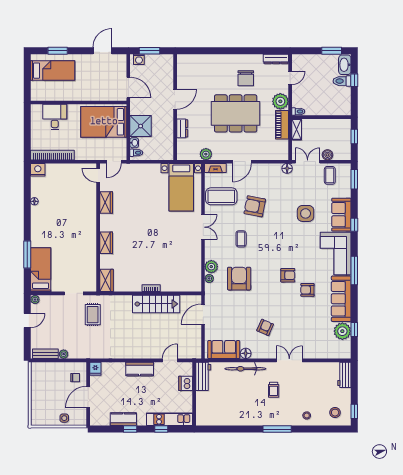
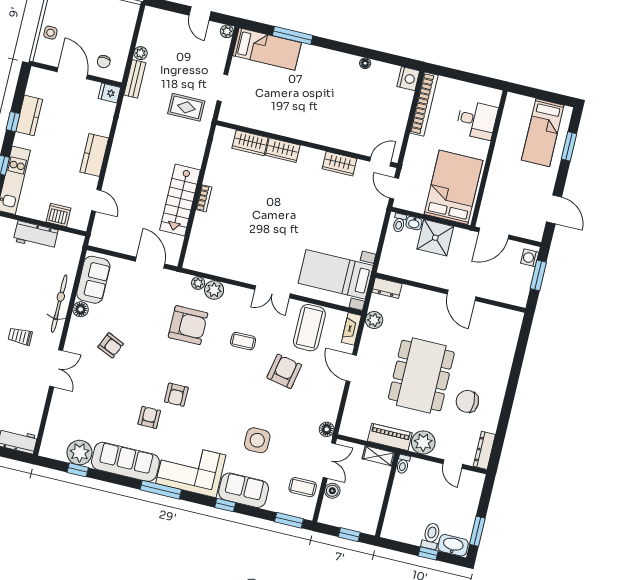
dresser: (182, 128) -> (387, 288), moved
wardrobe: (106, 280) -> (250, 143), moved
bench: (45, 354) -> (135, 79), moved
workbench: (203, 376) -> (36, 235), moved

